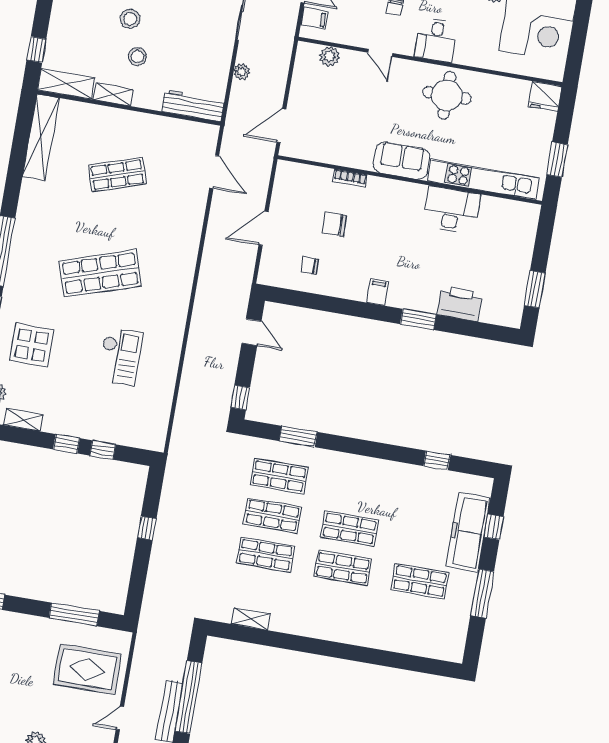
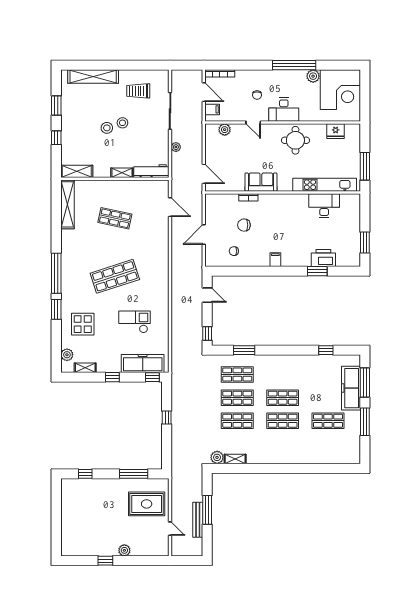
desk: (436, 40) -> (284, 110), width x1.37
window: (36, 50) -> (56, 138), moved
stool: (137, 57) -> (122, 123), moved
shelving: (113, 95) -> (122, 173), moved
fridge: (545, 96) -> (336, 131), moved
door: (281, 126) -> (204, 174), swing flipped
window: (557, 160) -> (365, 166), width x1.44
sofa: (402, 161) -> (261, 182), moved
shop shelf: (117, 175) -> (115, 218), turned 30
desk: (451, 210) -> (324, 206), moved
window: (418, 319) -> (317, 271), moved
checkout: (120, 356) -> (134, 322), turned -90
freezer: (122, 430) -> (143, 363), added
window: (103, 450) -> (152, 377), moved
window: (494, 527) -> (365, 382), width x2.17
plant: (221, 611) -> (217, 457), added
window: (188, 697) -> (207, 510), width x0.68
door: (120, 718) -> (170, 529), swing flipped

